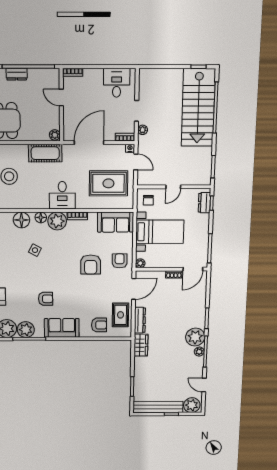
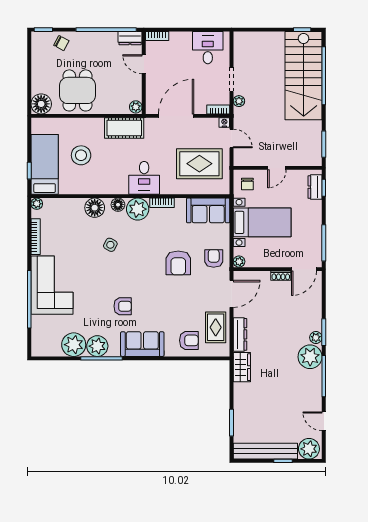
dresser: (17, 74) -> (130, 38), moved
plant: (199, 352) -> (316, 338), moved

